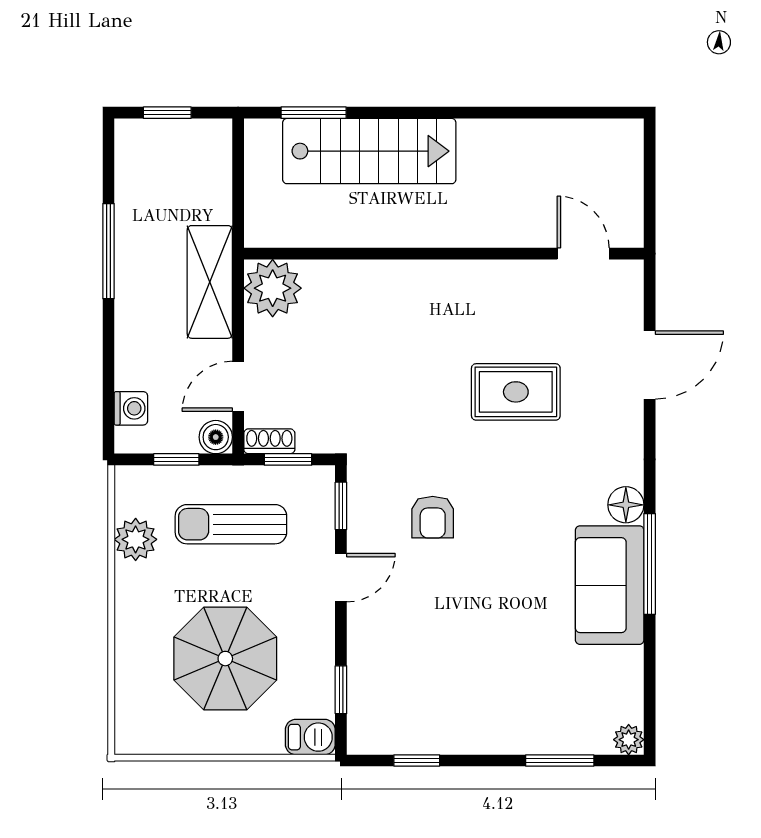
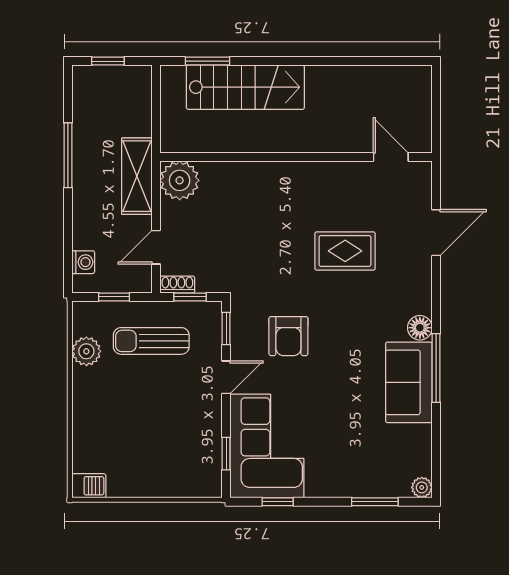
boiler: (216, 437) -> (141, 282), removed
armchair: (433, 517) -> (288, 336), width x1.38, depth x1.38
parasol: (225, 659) -> (147, 432), removed
corner sofa: (401, 679) -> (267, 446), added
barbecue: (310, 737) -> (89, 486), moved

